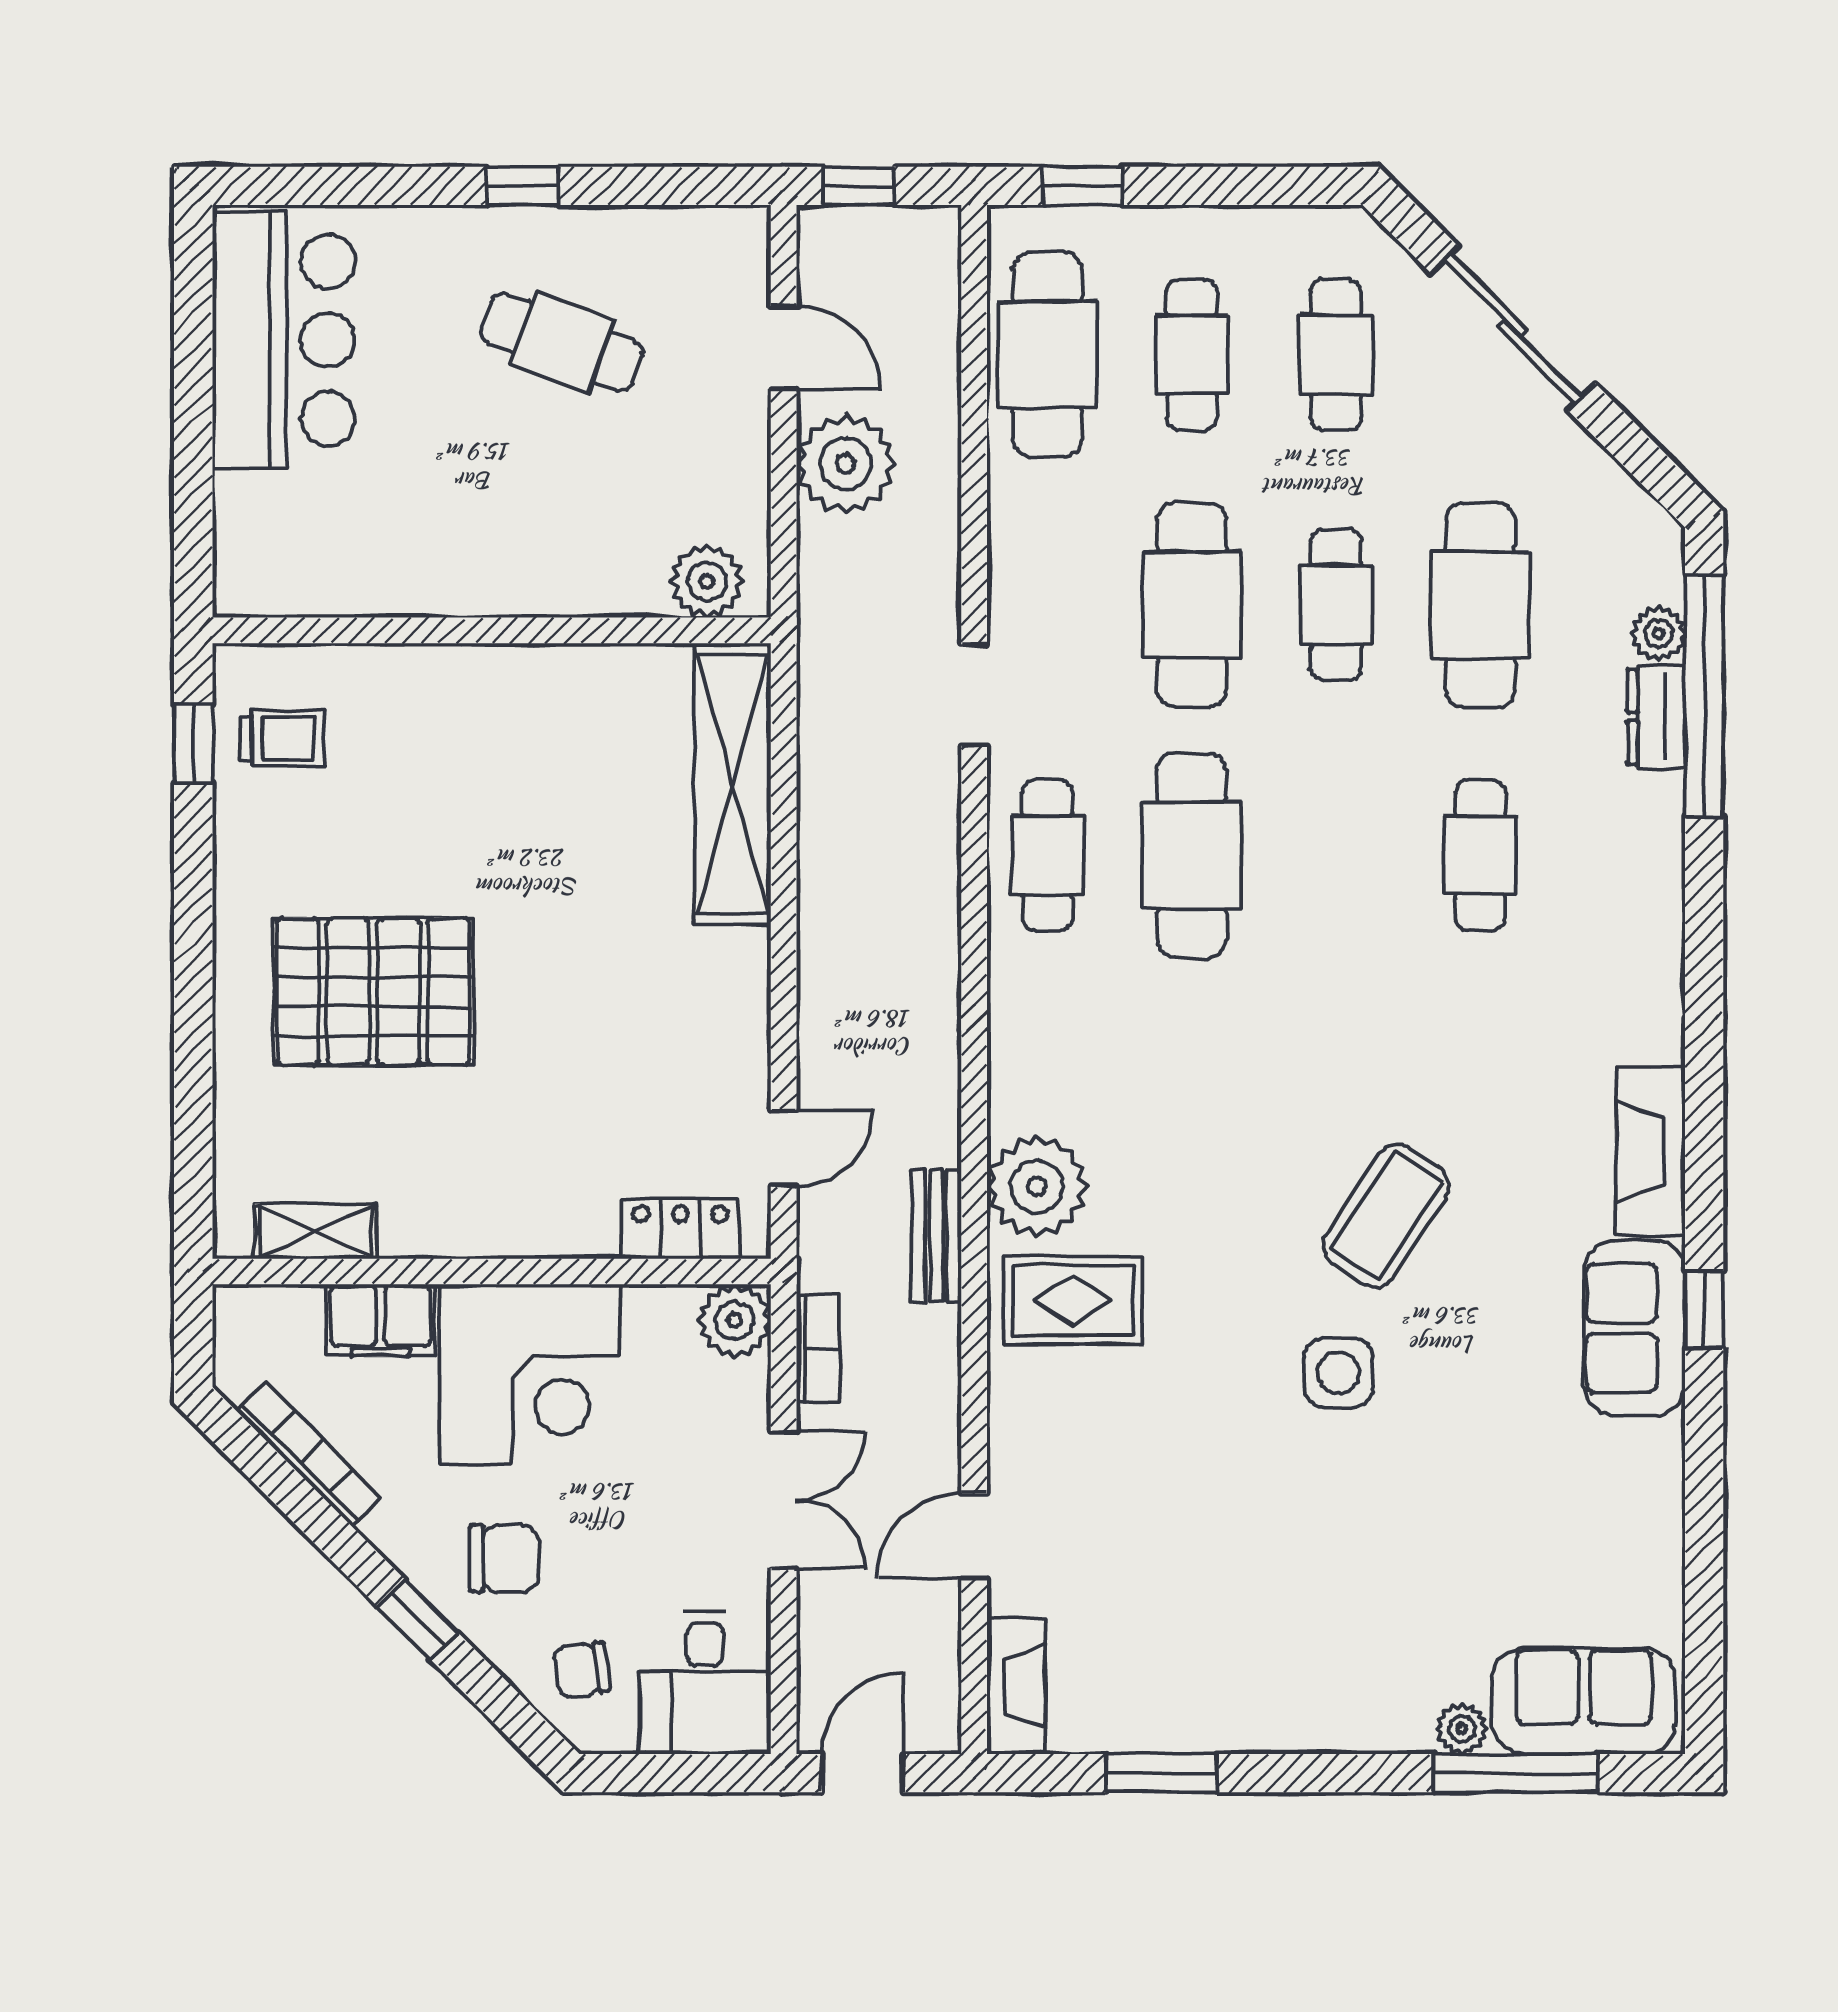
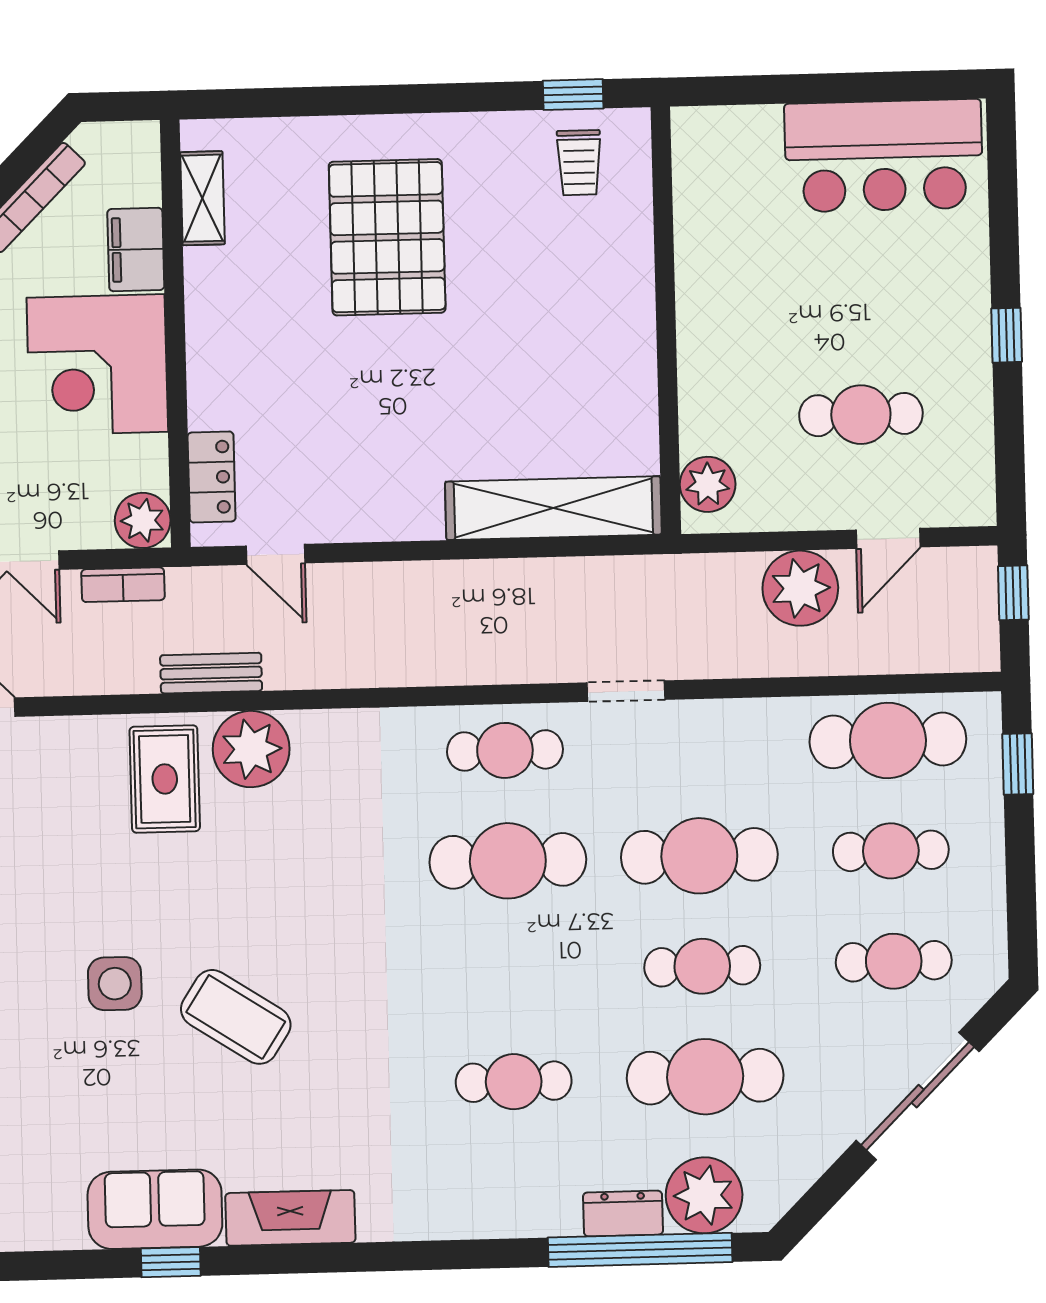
cafe table: (562, 342) -> (861, 415), moved, turned 70
plant: (1659, 634) -> (704, 1195), width x1.88, depth x1.88

